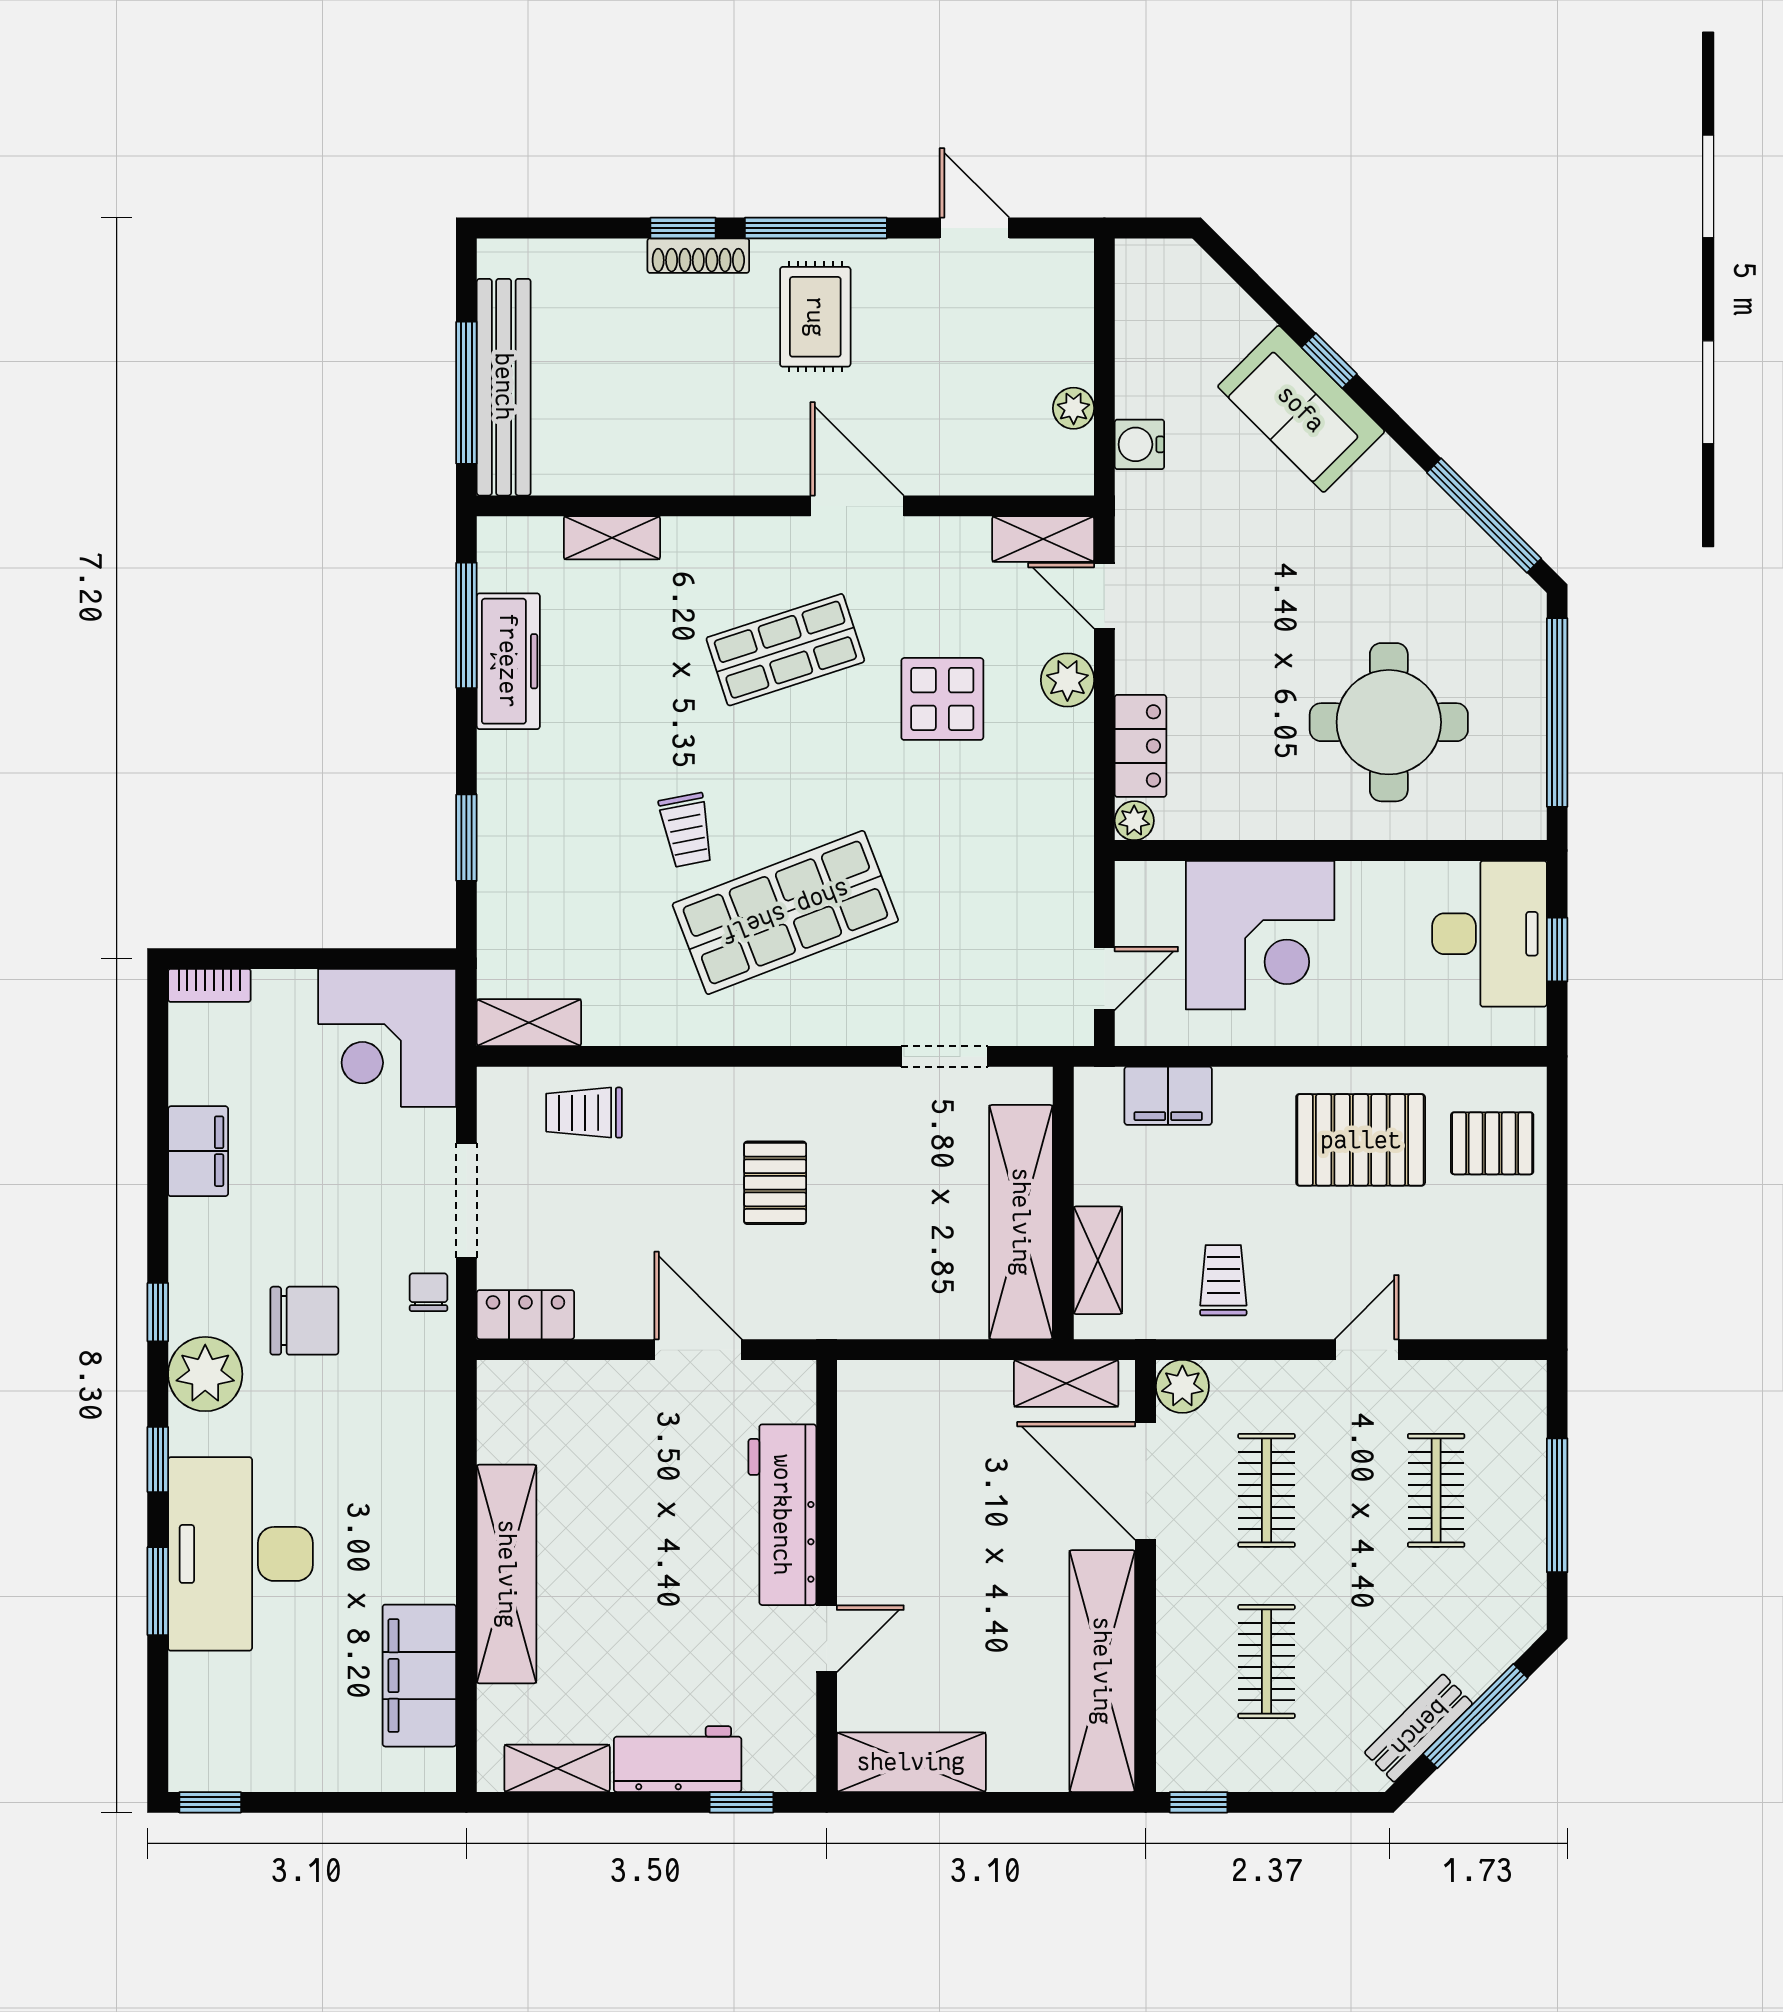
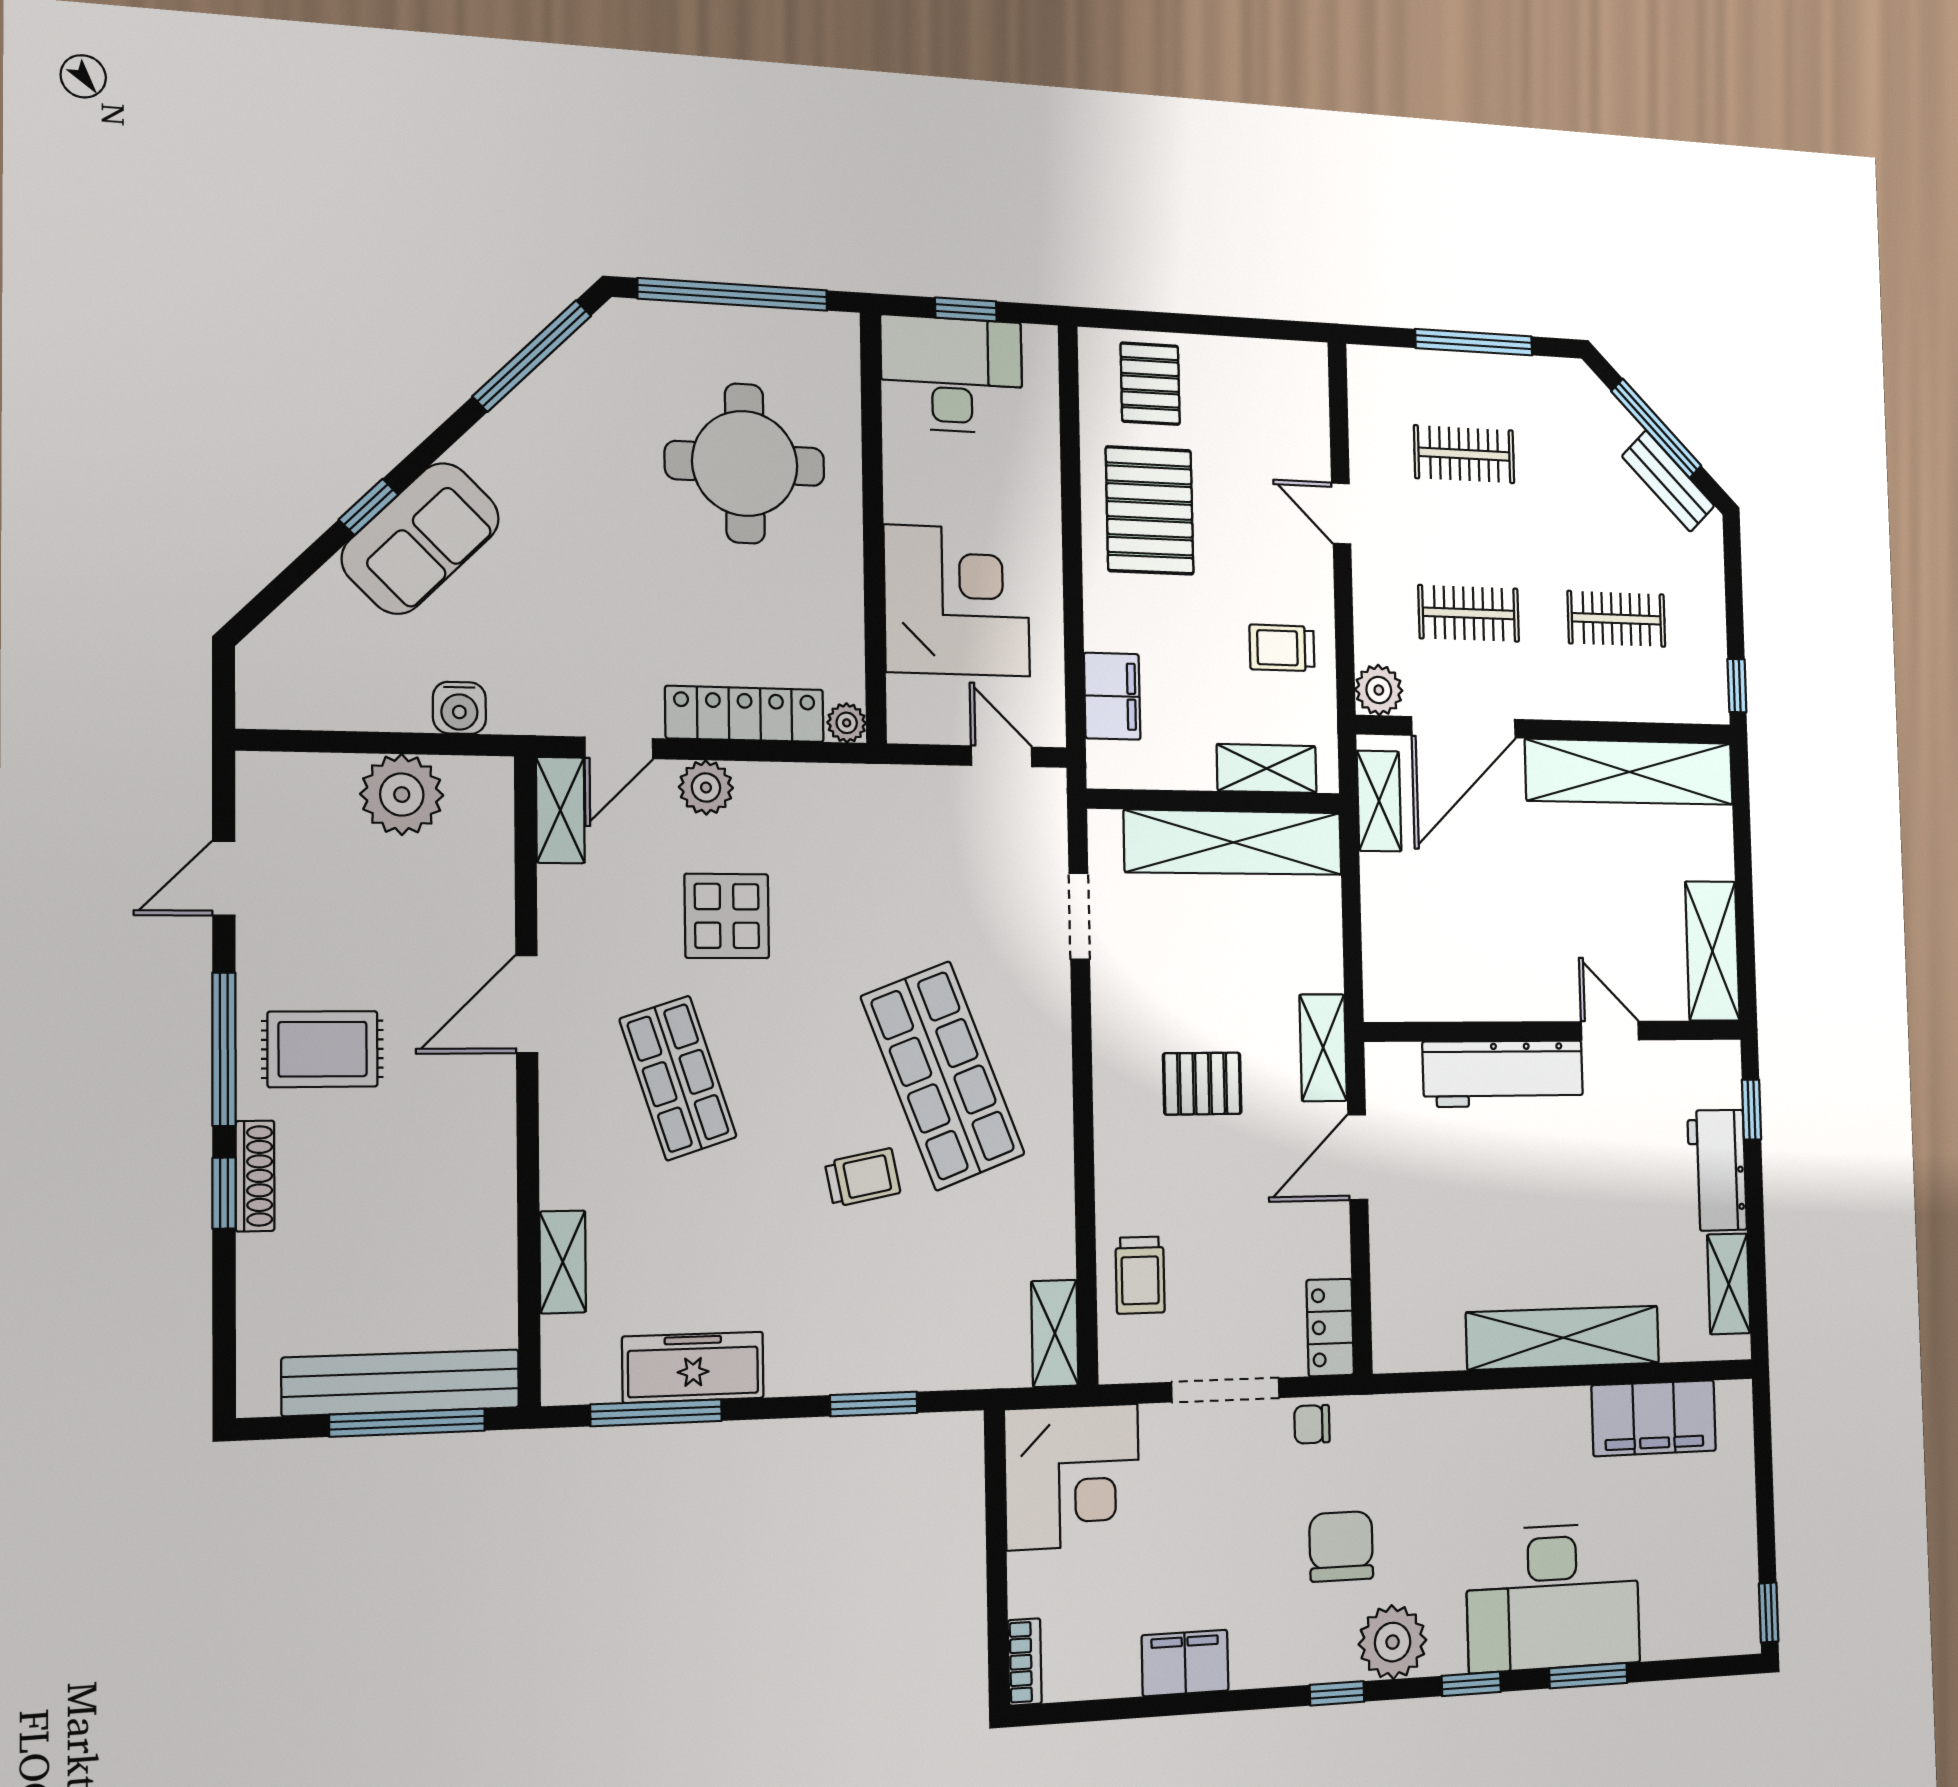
plant: (1074, 408) -> (402, 795), width x1.87, depth x1.87
locker: (1140, 746) -> (745, 714), width x1.53
shelving: (811, 1315) -> (1323, 1048), added

